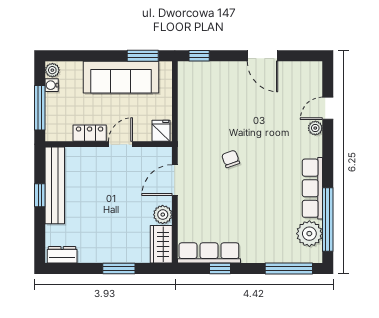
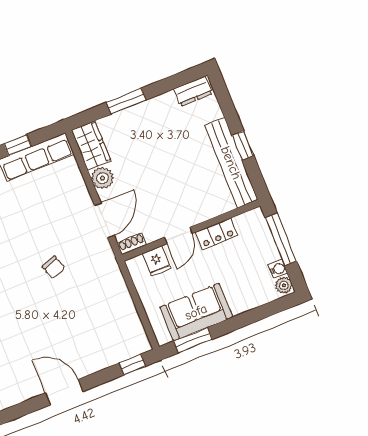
sofa: (121, 77) -> (196, 312), width x0.73
fridge: (161, 131) -> (157, 261), moved
shoe rack: (161, 153) -> (132, 244), added

